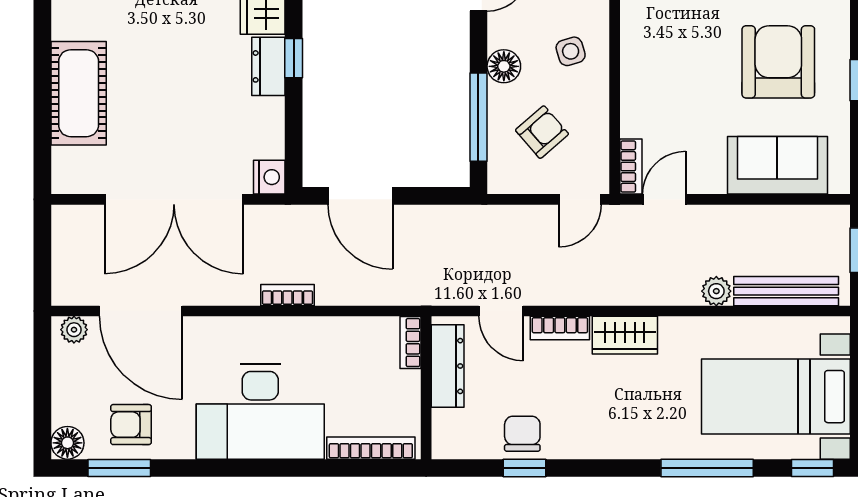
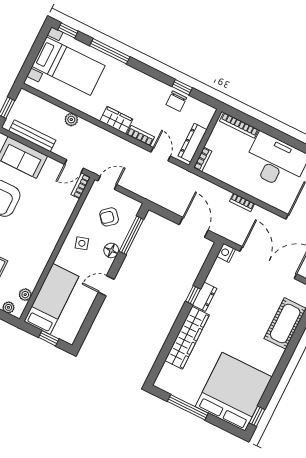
bench: (786, 291) -> (32, 136), moved

